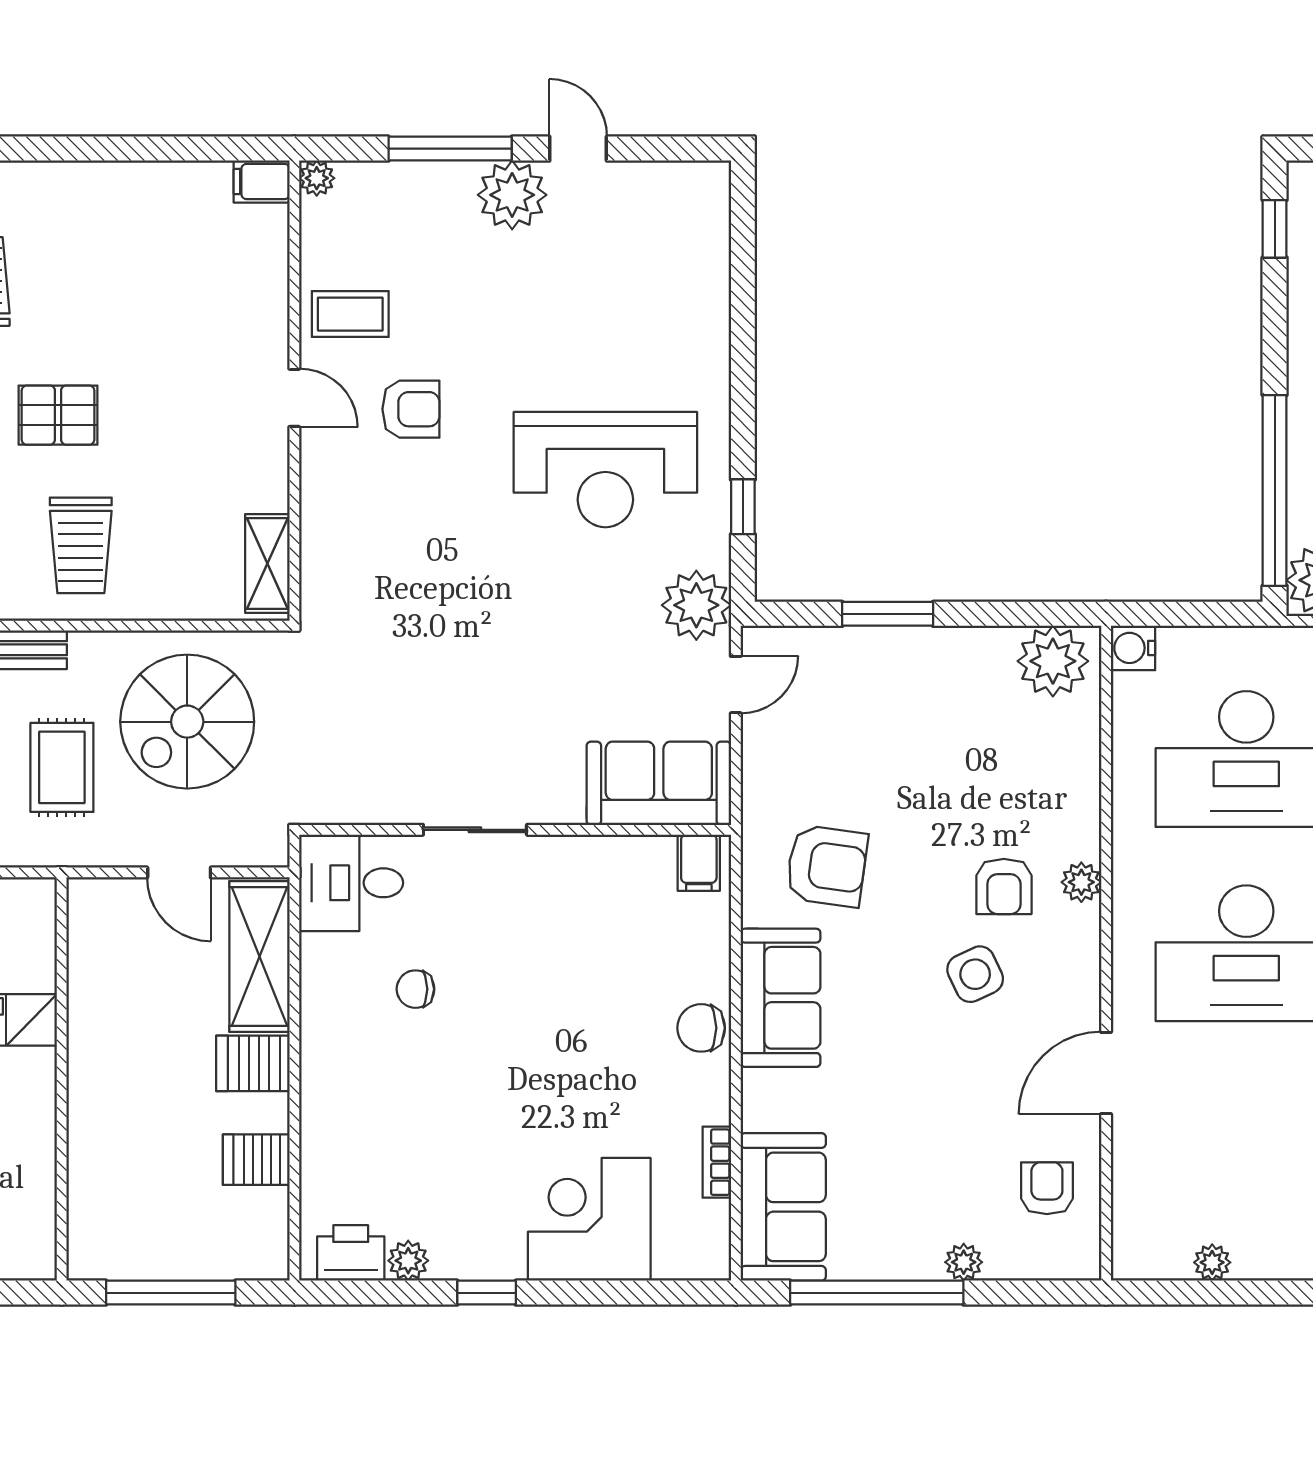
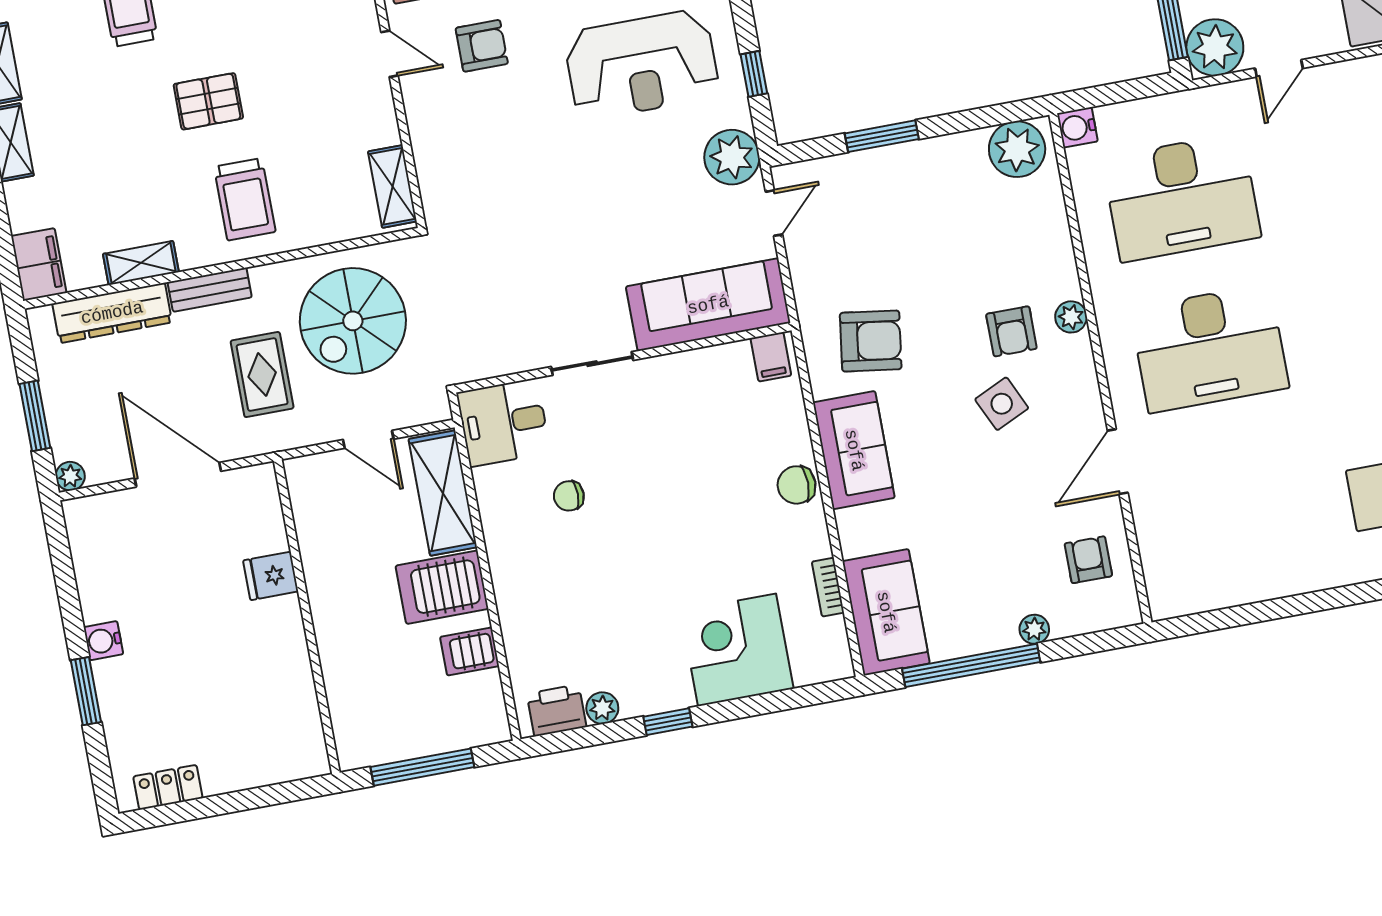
sofa: (659, 783) -> (708, 305), width x1.36
server rack: (253, 1063) -> (442, 587), width x1.36, depth x1.44
plant: (1212, 1262) -> (1227, 594), removed

